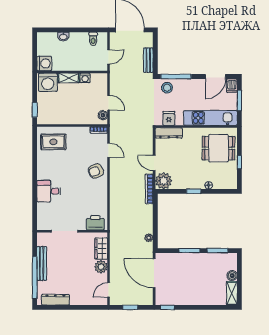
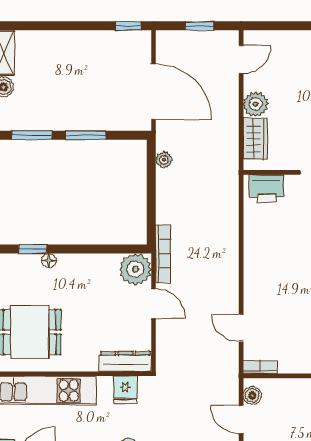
armchair: (96, 171) -> (266, 288), removed
window: (194, 191) -> (33, 249), moved

